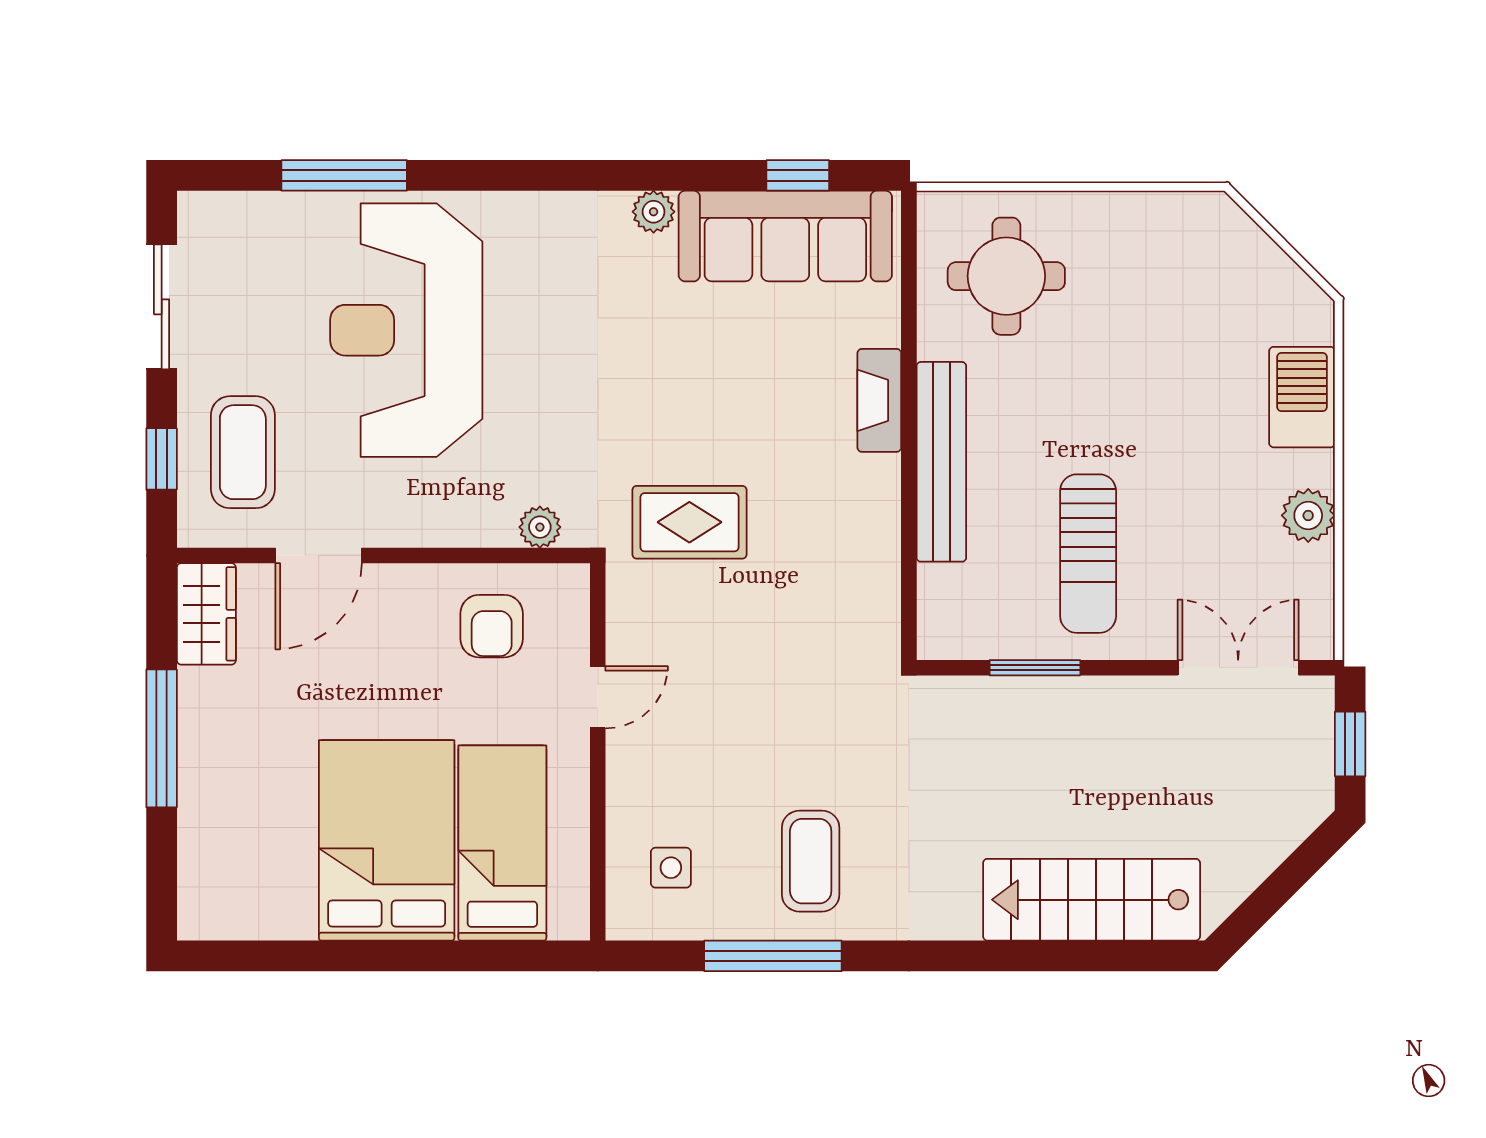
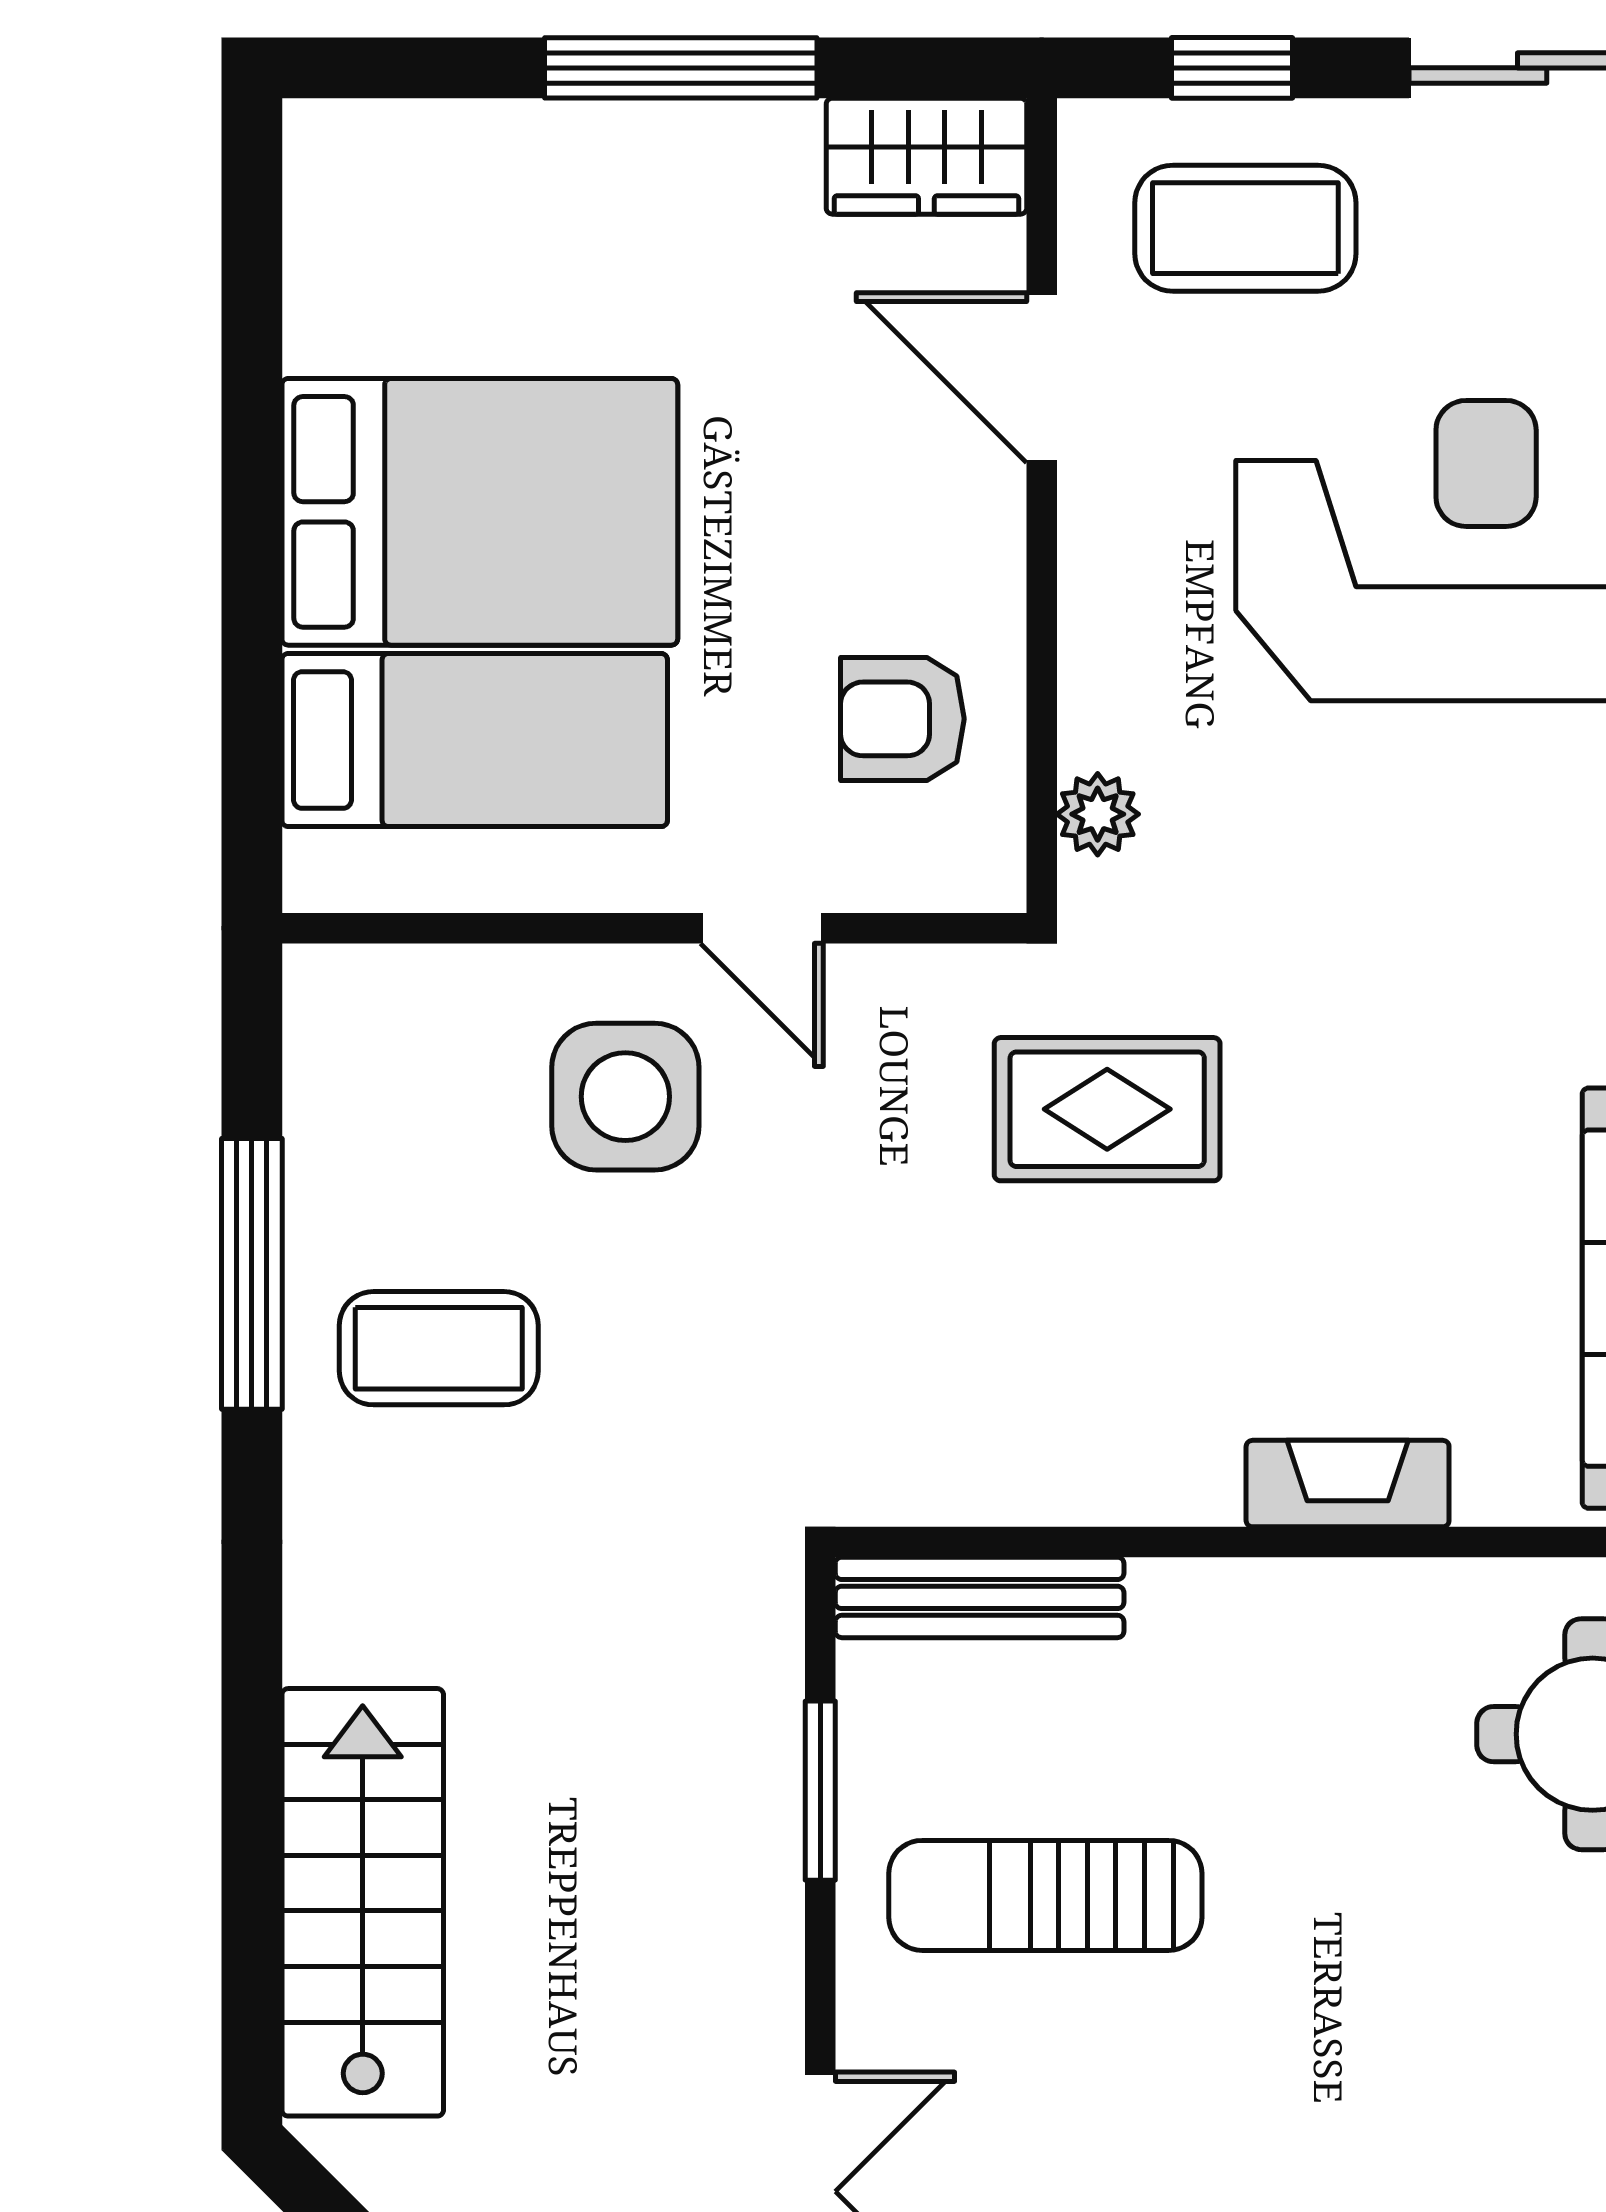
bench: (941, 462) -> (980, 1597), moved, width x0.73, depth x0.82
rug: (689, 522) -> (1107, 1109), turned 90
side table: (671, 868) -> (625, 1097), moved, width x1.87, depth x1.87

